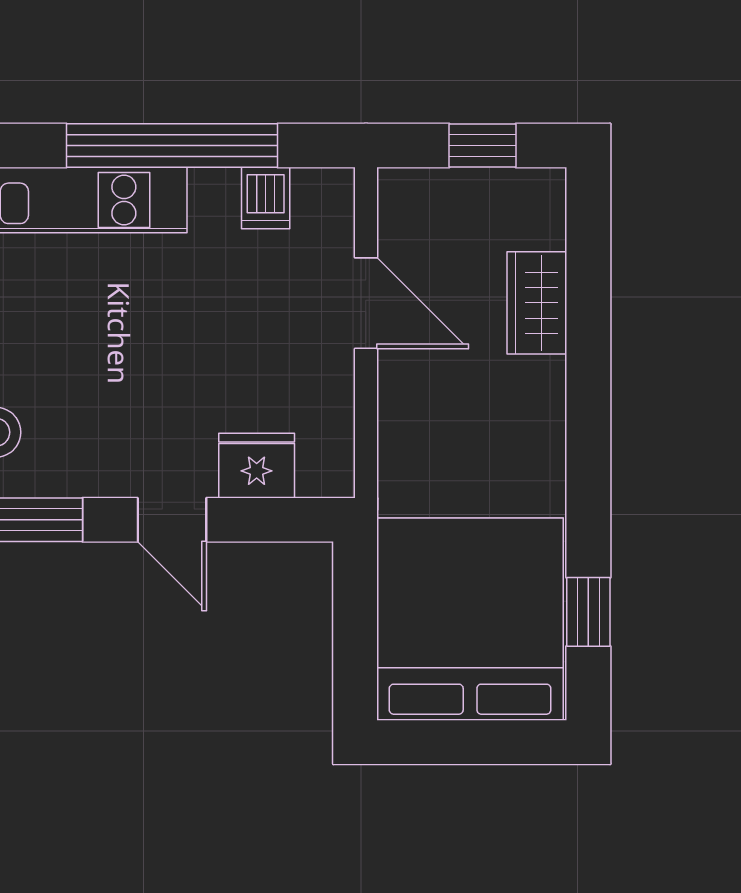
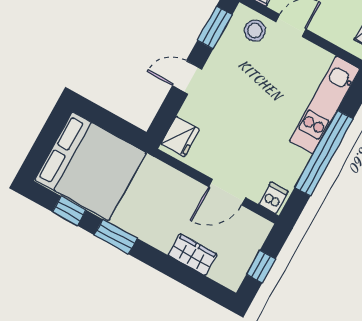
dishwasher: (266, 198) -> (273, 198), moved, turned 90
fridge: (257, 466) -> (180, 137), moved
window: (588, 485) -> (116, 237), added

